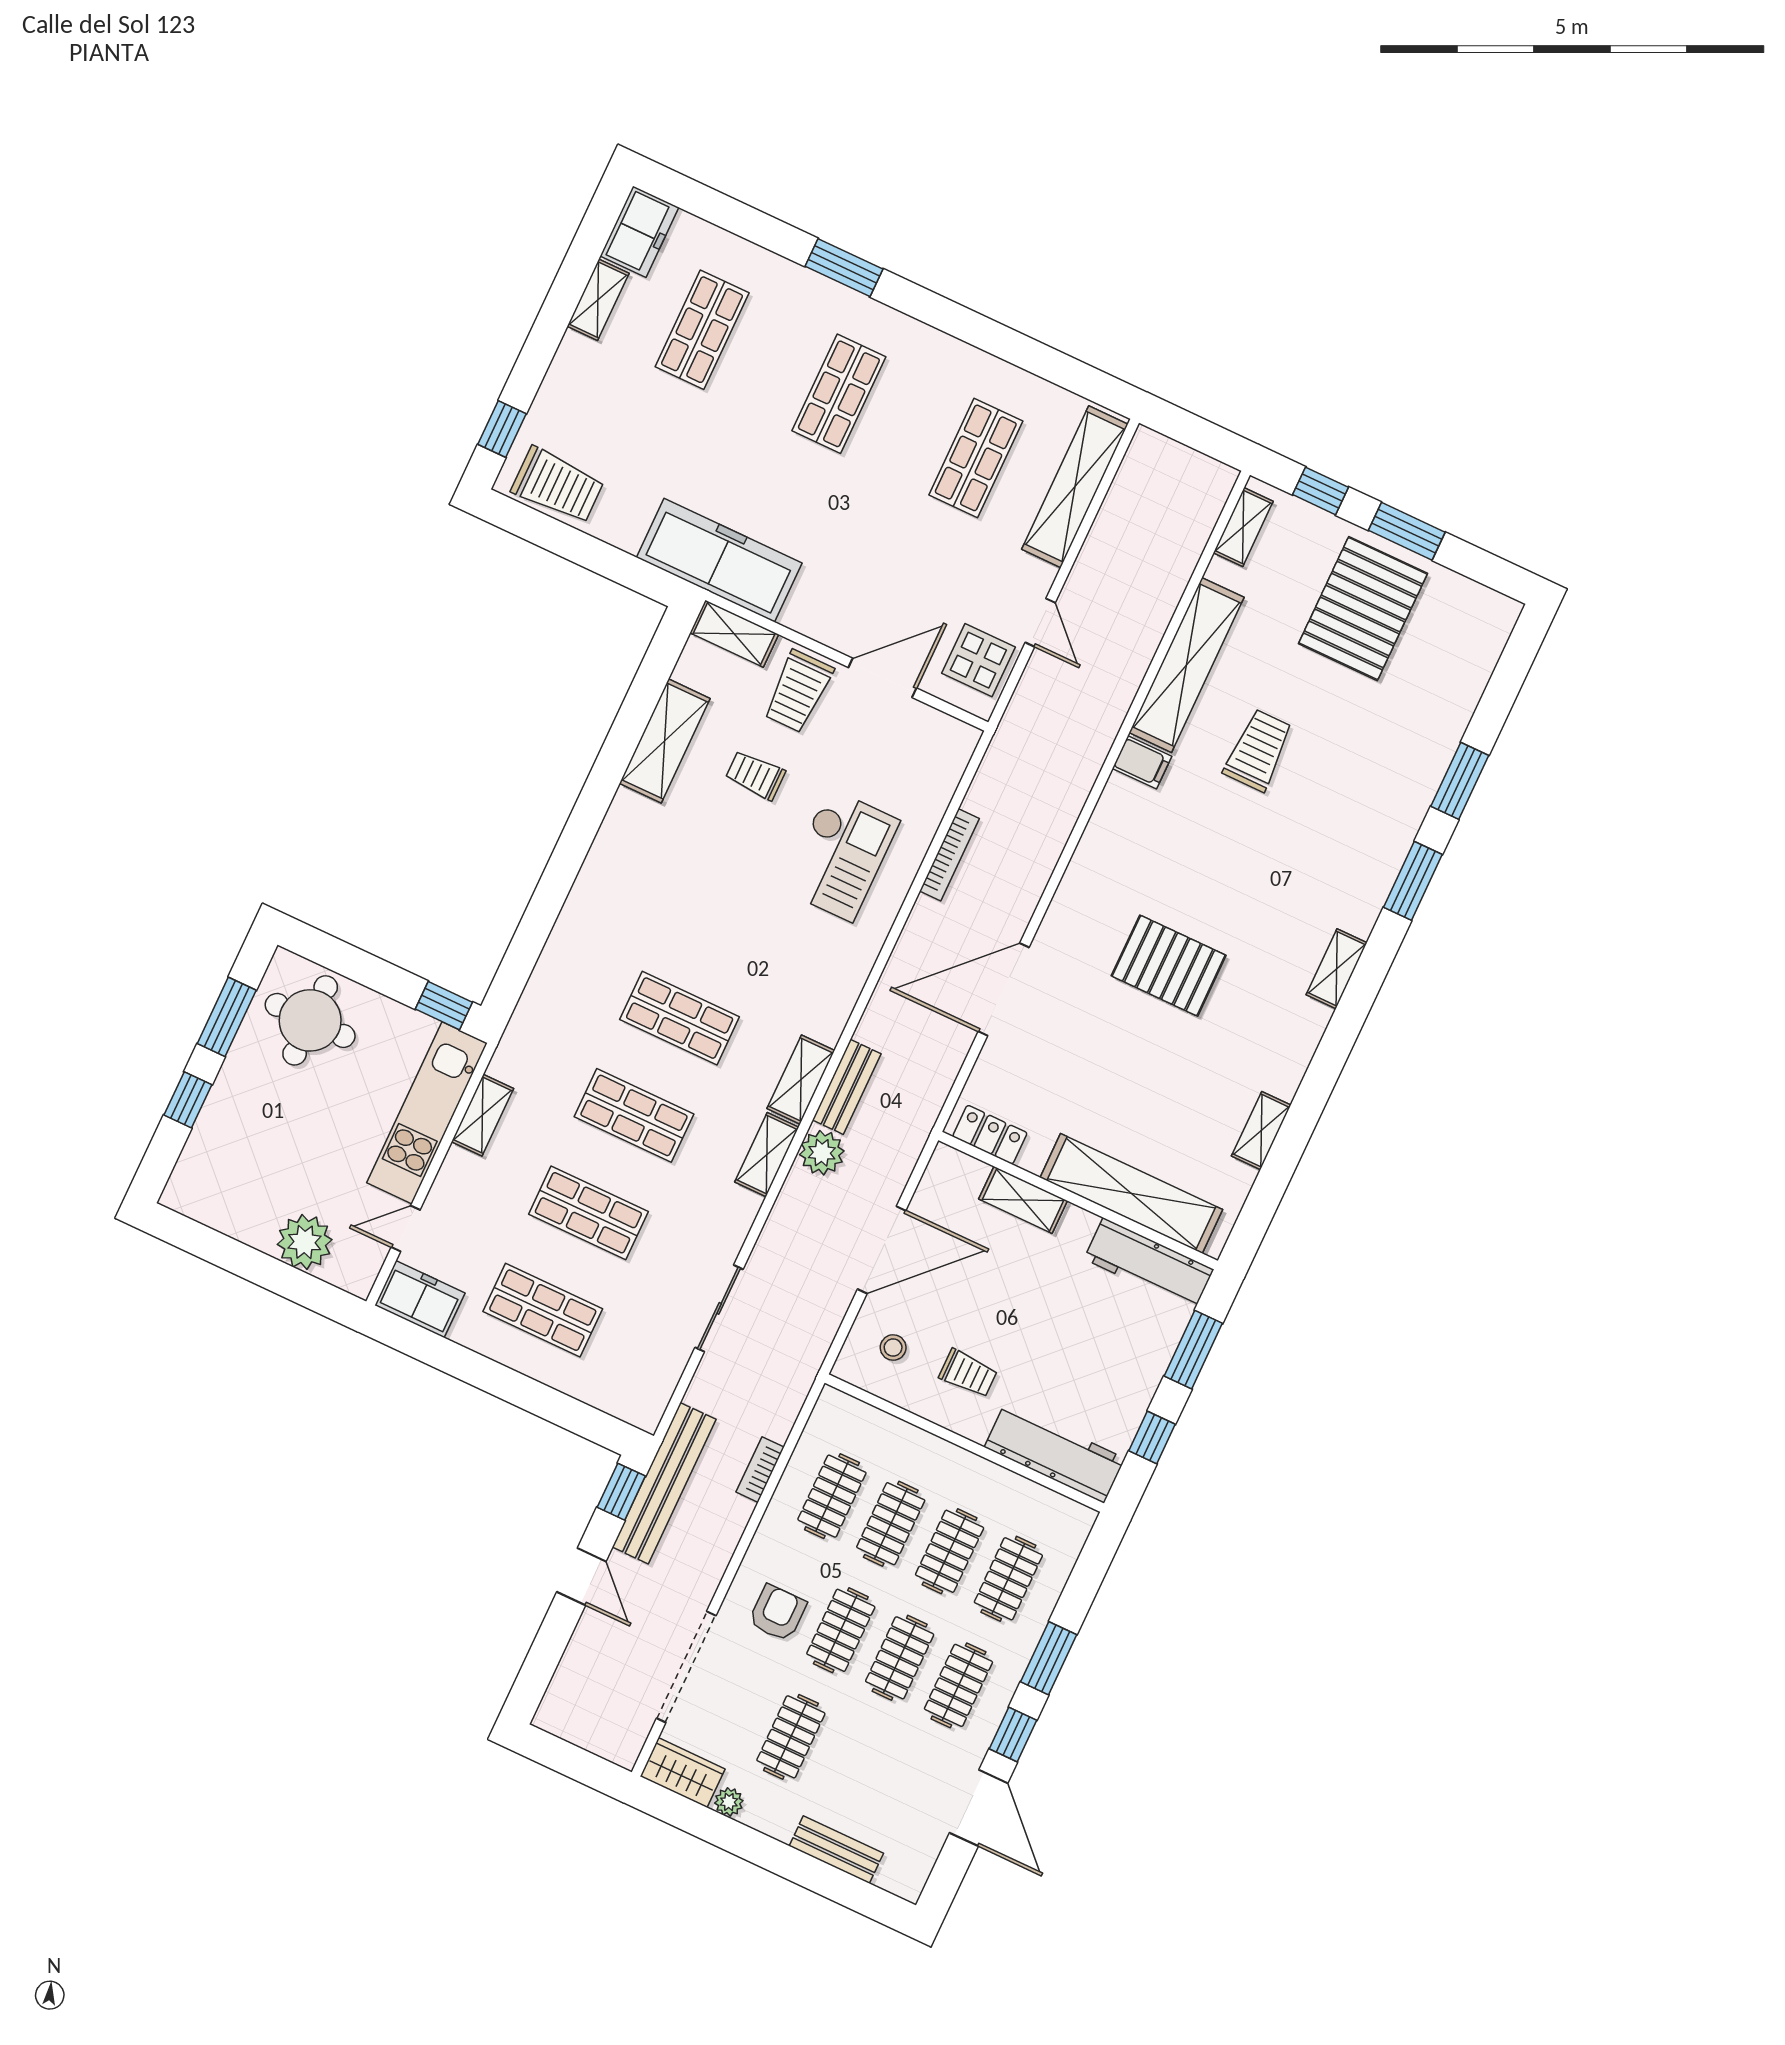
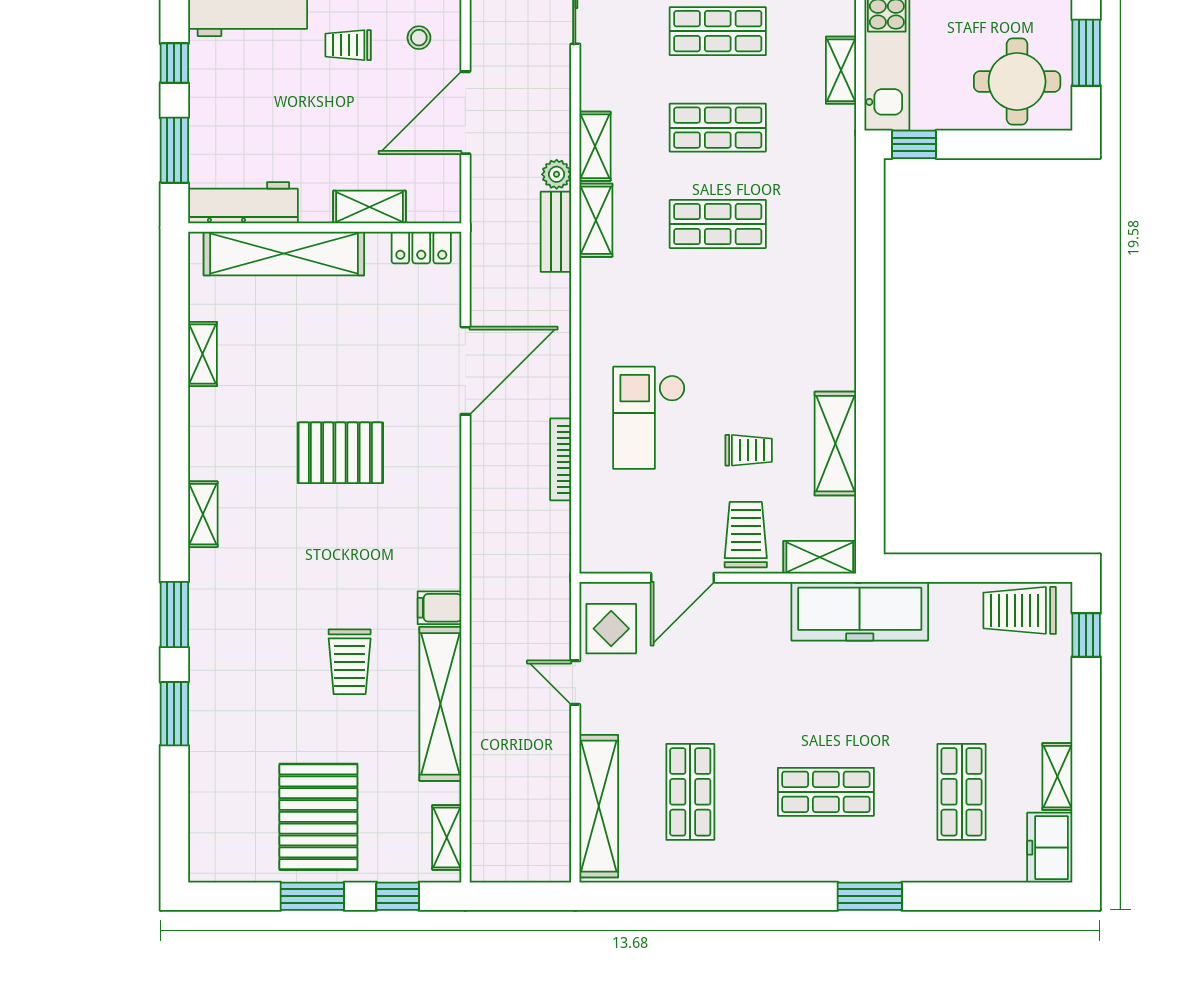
shop shelf: (839, 394) -> (826, 792), turned 90
plant: (822, 1153) -> (557, 174), width x0.73, depth x0.73

